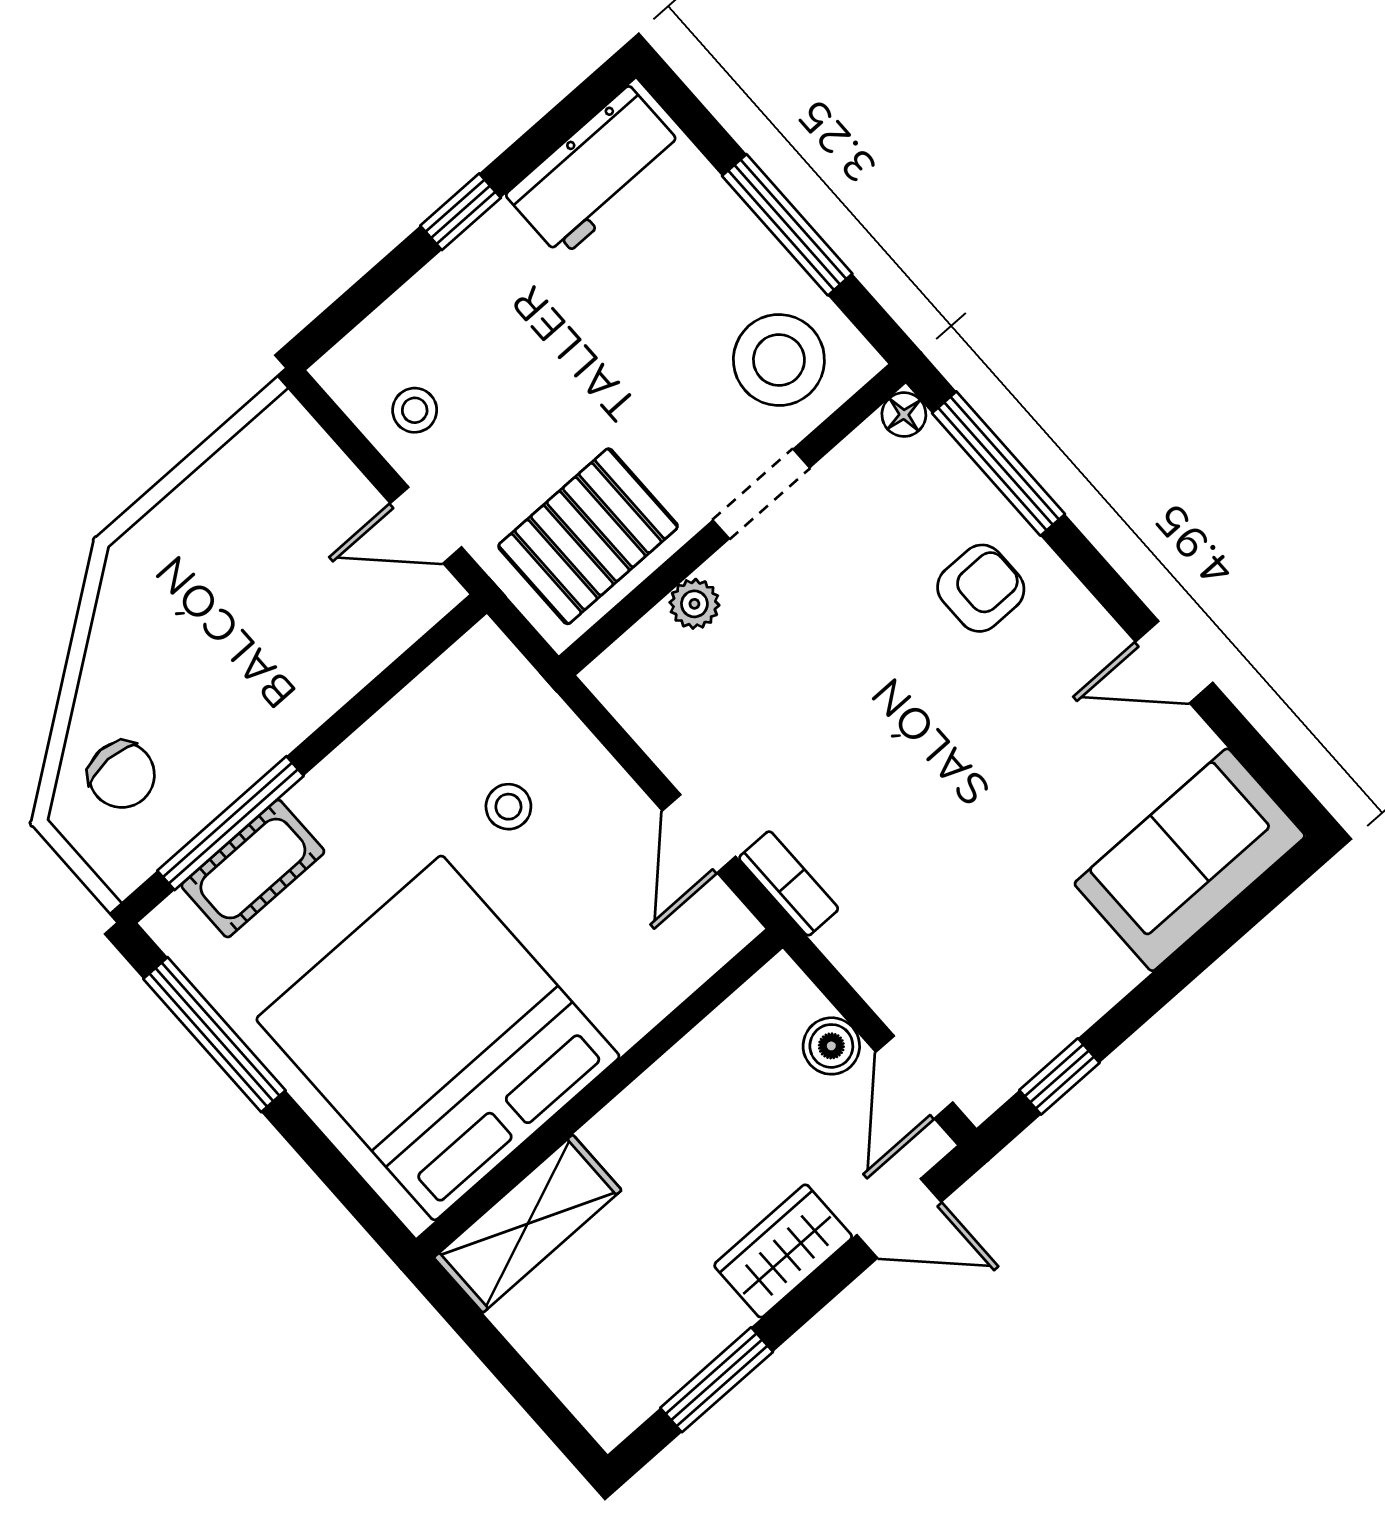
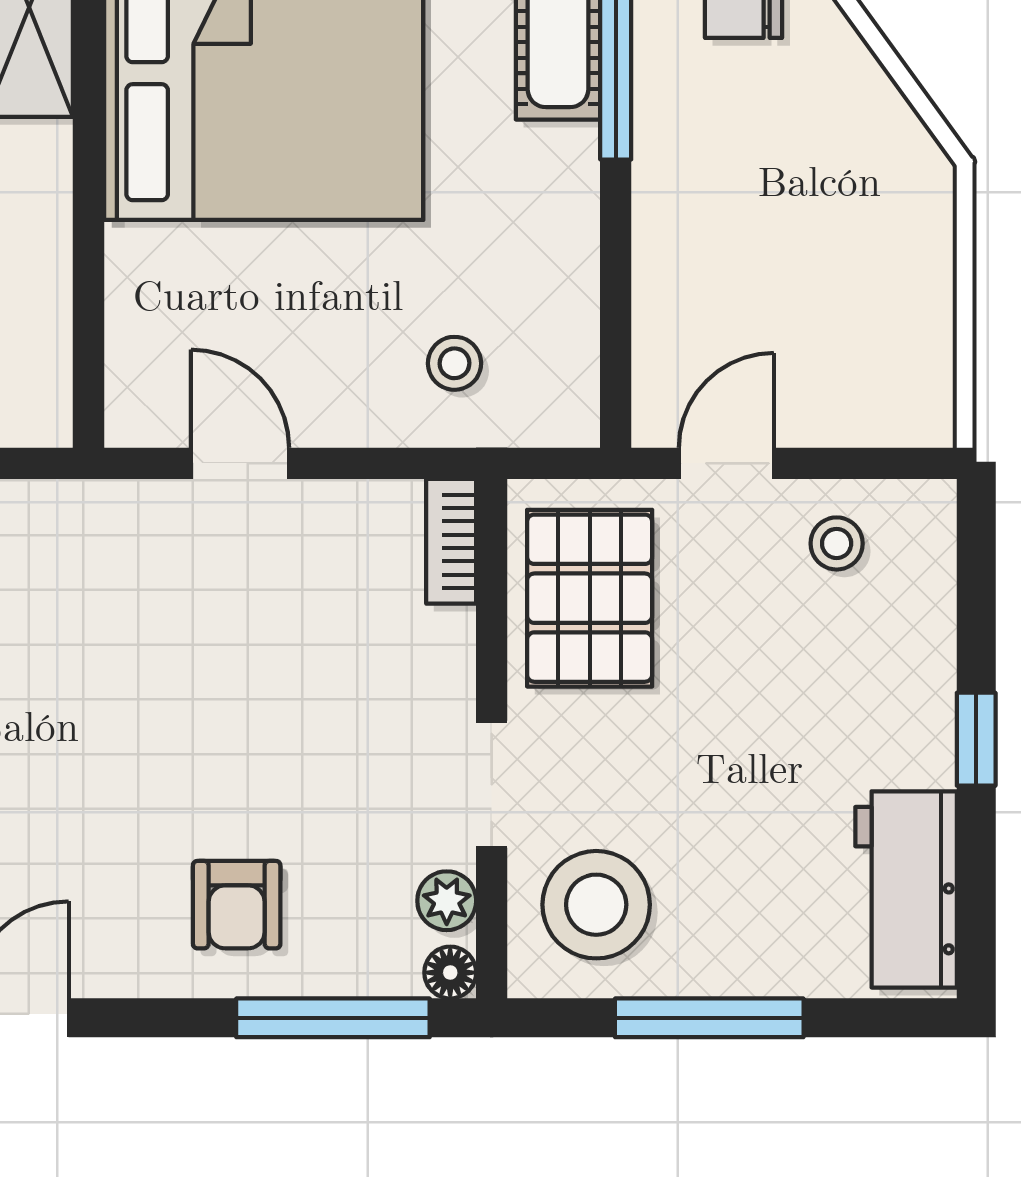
plant: (694, 604) -> (447, 901), moved
stool: (508, 807) -> (455, 363), moved
bookcase: (789, 883) -> (451, 541), moved, turned 90

